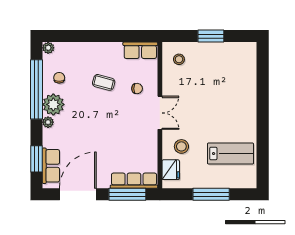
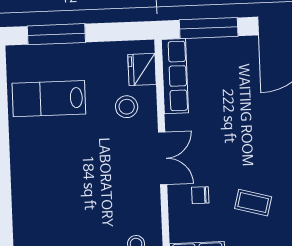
double door: (160, 113) -> (163, 158), swing flipped
row of seats: (134, 181) -> (175, 76), moved, turned -90
window: (211, 194) -> (56, 34), moved

